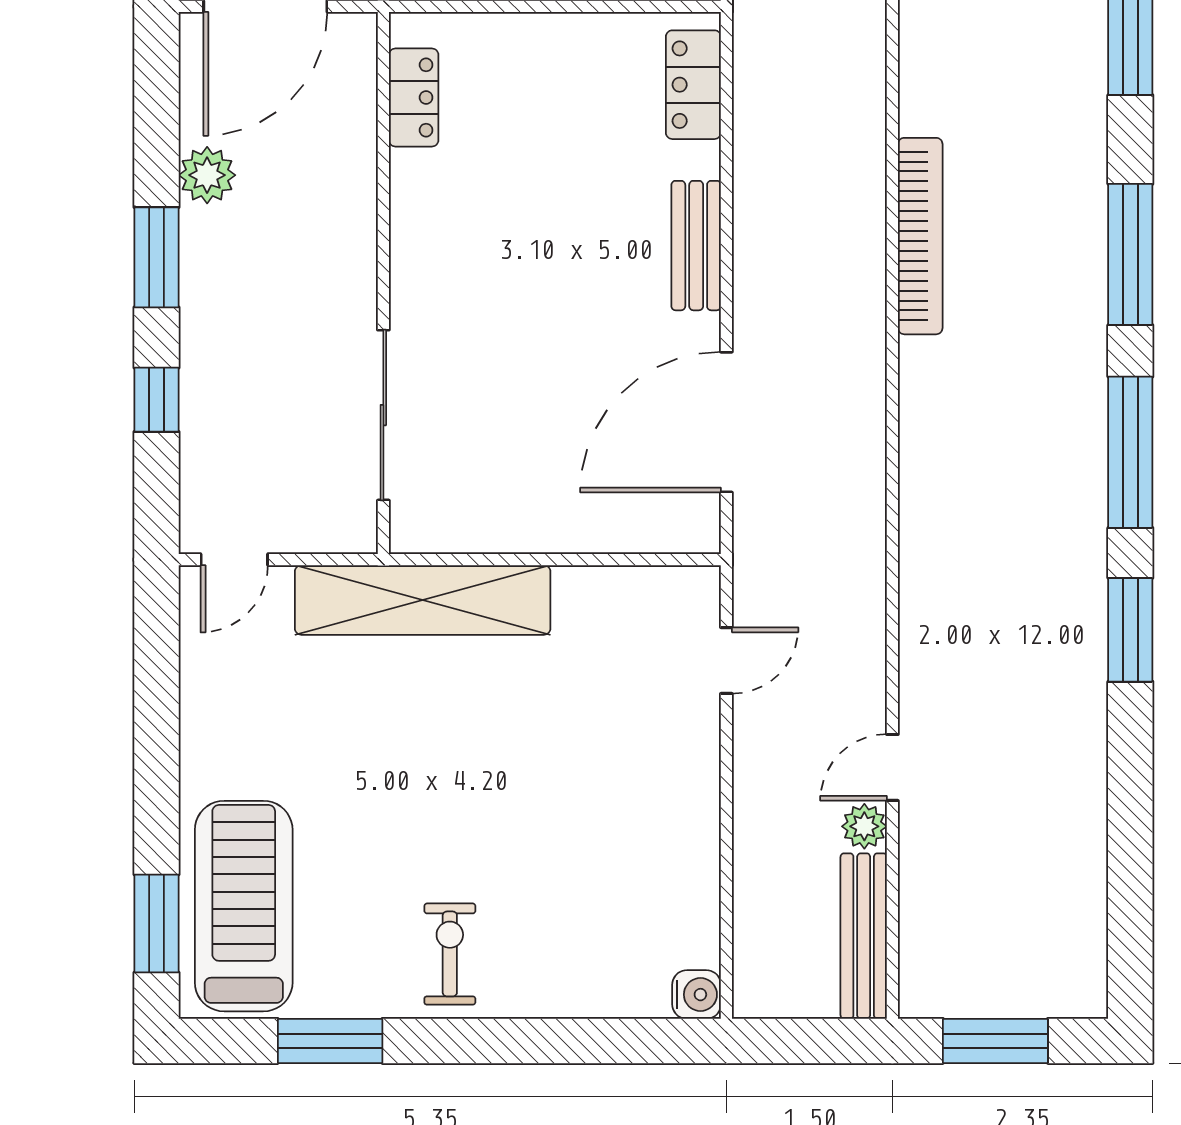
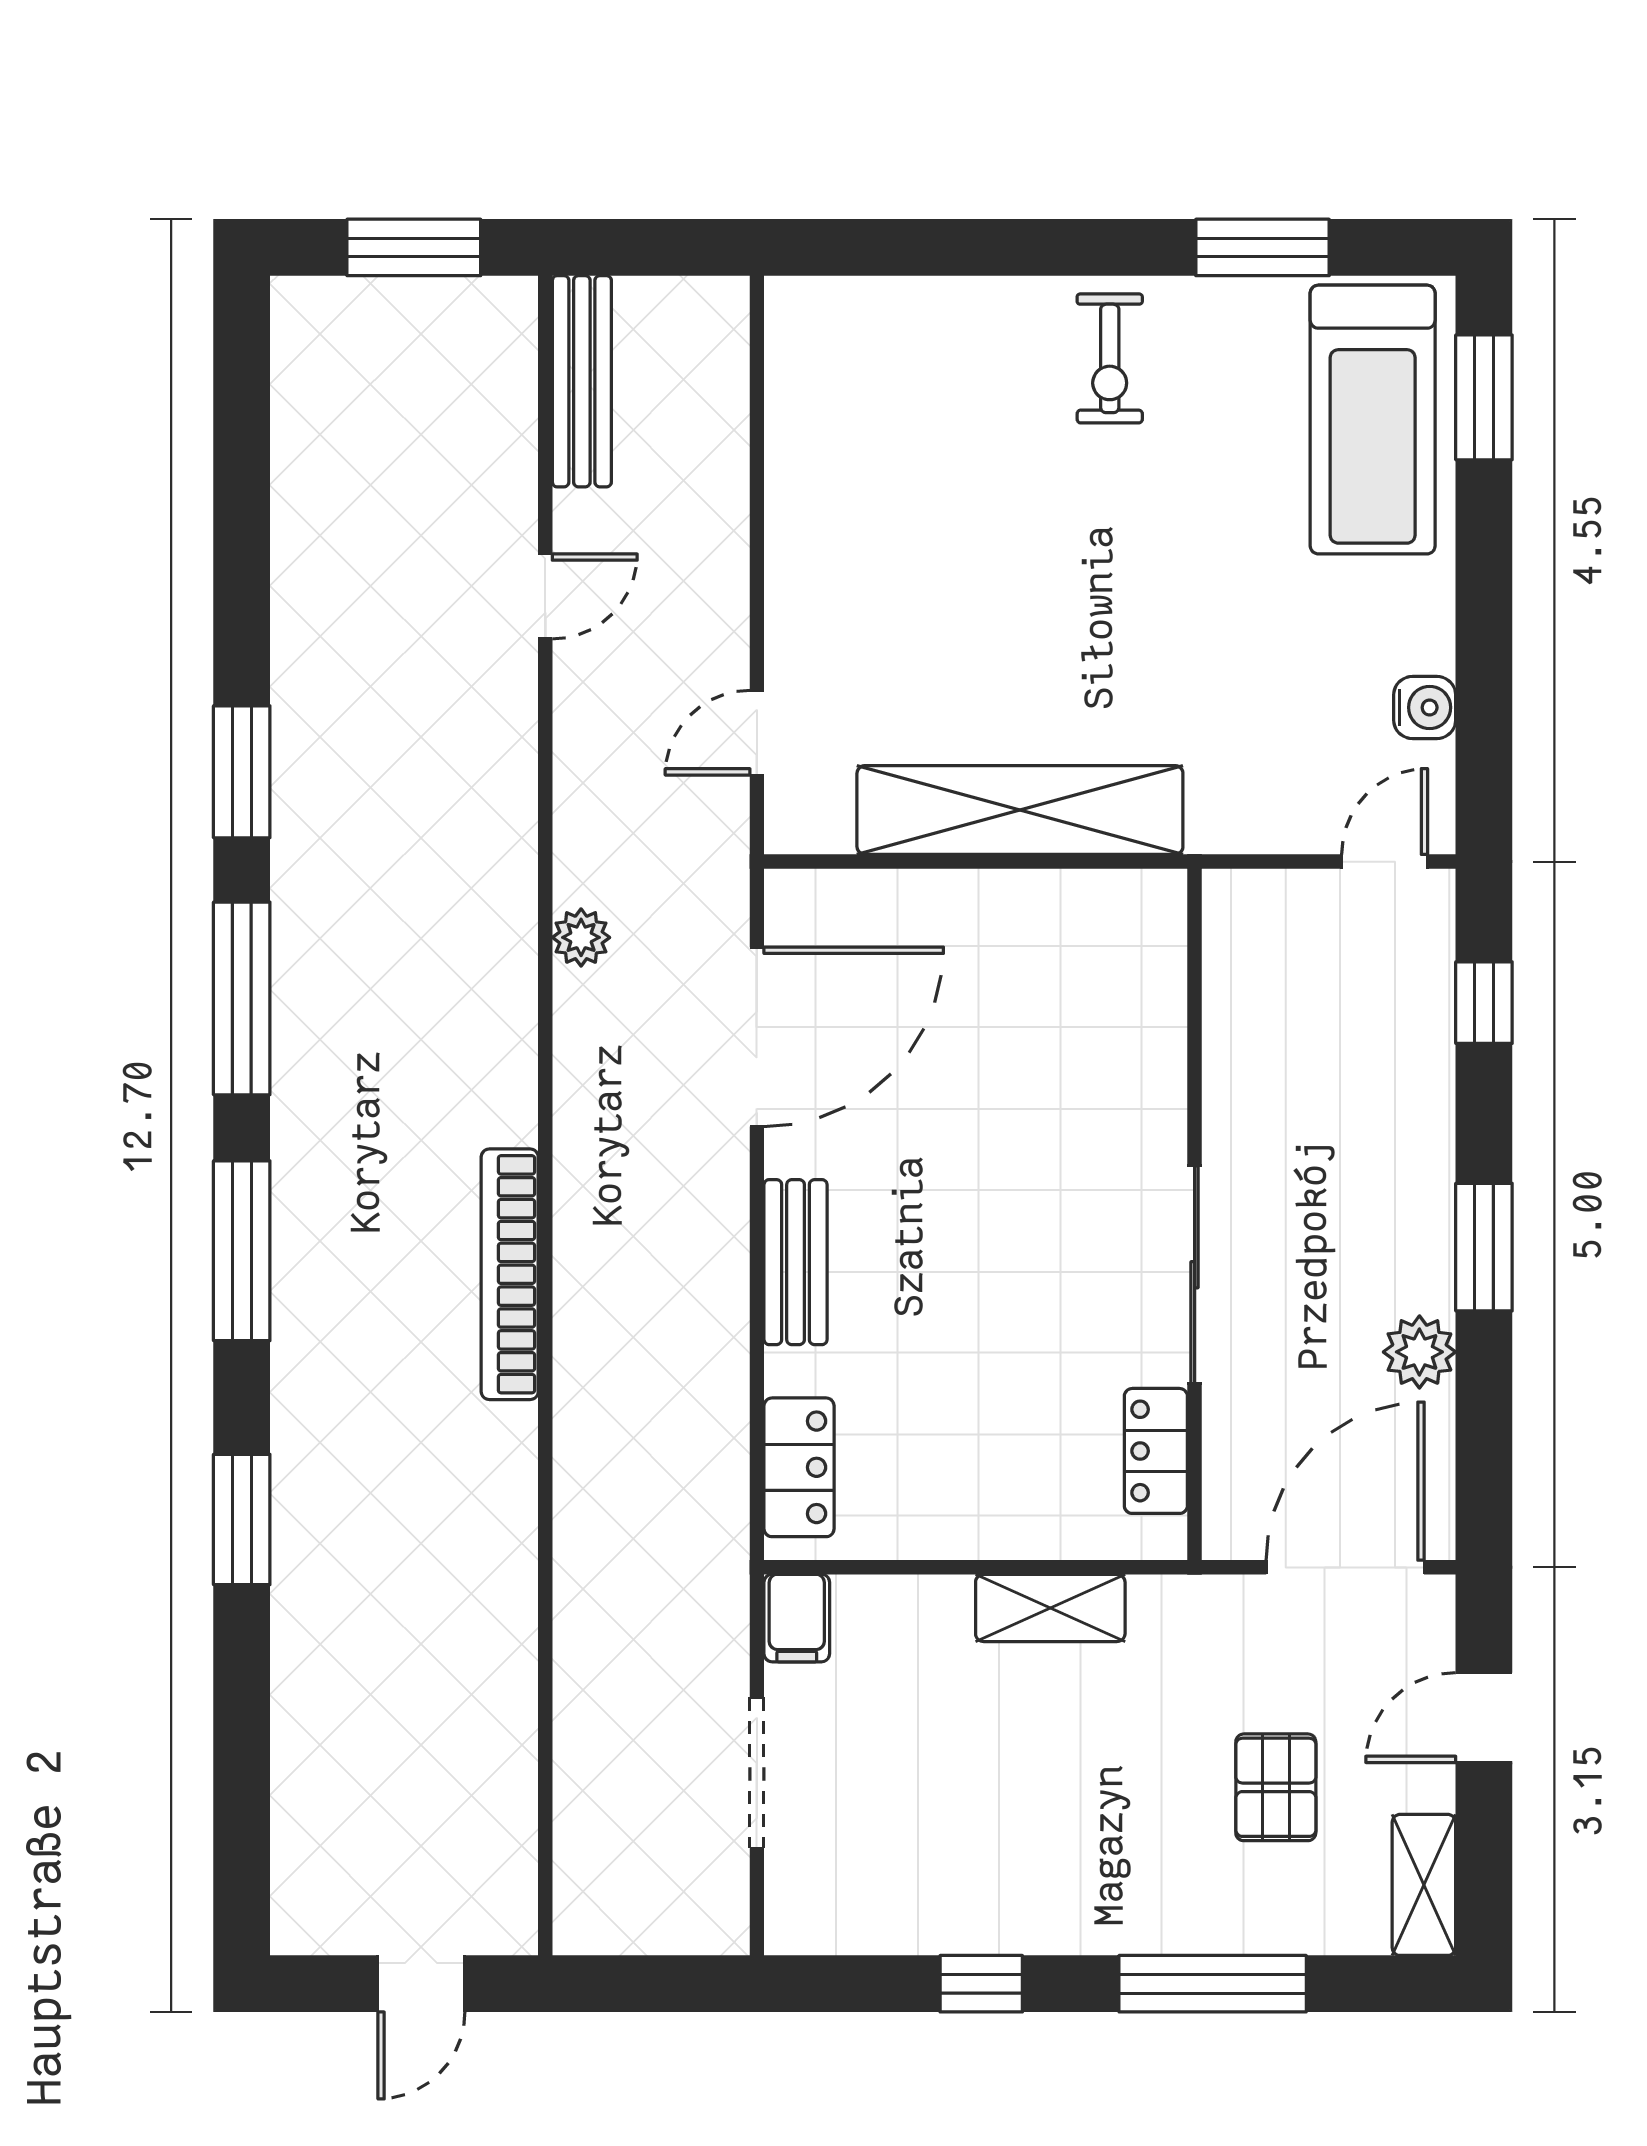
window: (156, 400) -> (1484, 1003), moved
sliding door: (383, 415) -> (1195, 1275), moved
shelving: (423, 600) -> (1020, 810), moved
plant: (864, 826) -> (581, 937), moved
water cooler: (697, 995) -> (1425, 707), moved, turned 180

